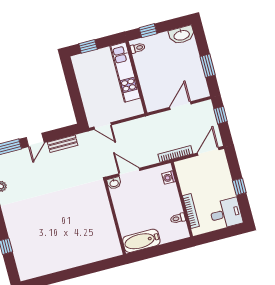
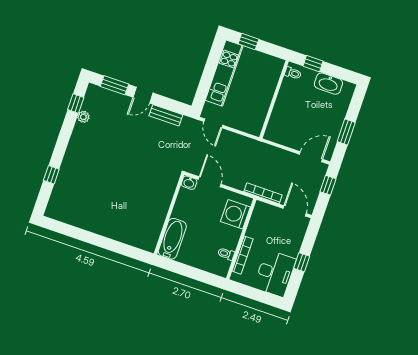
washbasin: (182, 35) -> (328, 84), moved
kitchen unit: (125, 72) -> (224, 73), moved, turned 180
door: (180, 106) -> (311, 157), moved
door: (208, 151) -> (295, 211), hinge flipped
washing machine: (169, 178) -> (235, 214), width x1.89, depth x1.89
desk: (226, 213) -> (275, 273), width x1.37
bathtub: (141, 241) -> (172, 239), moved, turned 90

